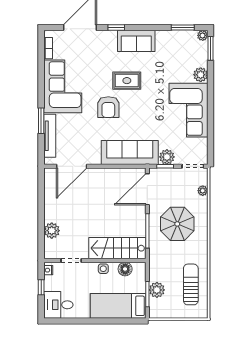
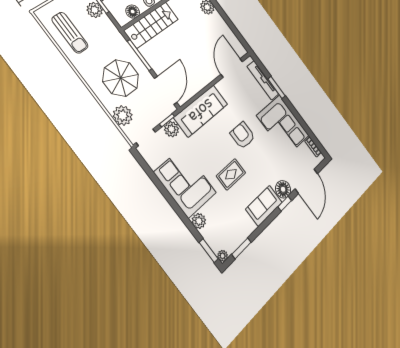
floor lamp: (108, 39) -> (283, 189), added
rug: (127, 81) -> (231, 174), moved
plant: (203, 191) -> (123, 116), width x1.88, depth x1.88

